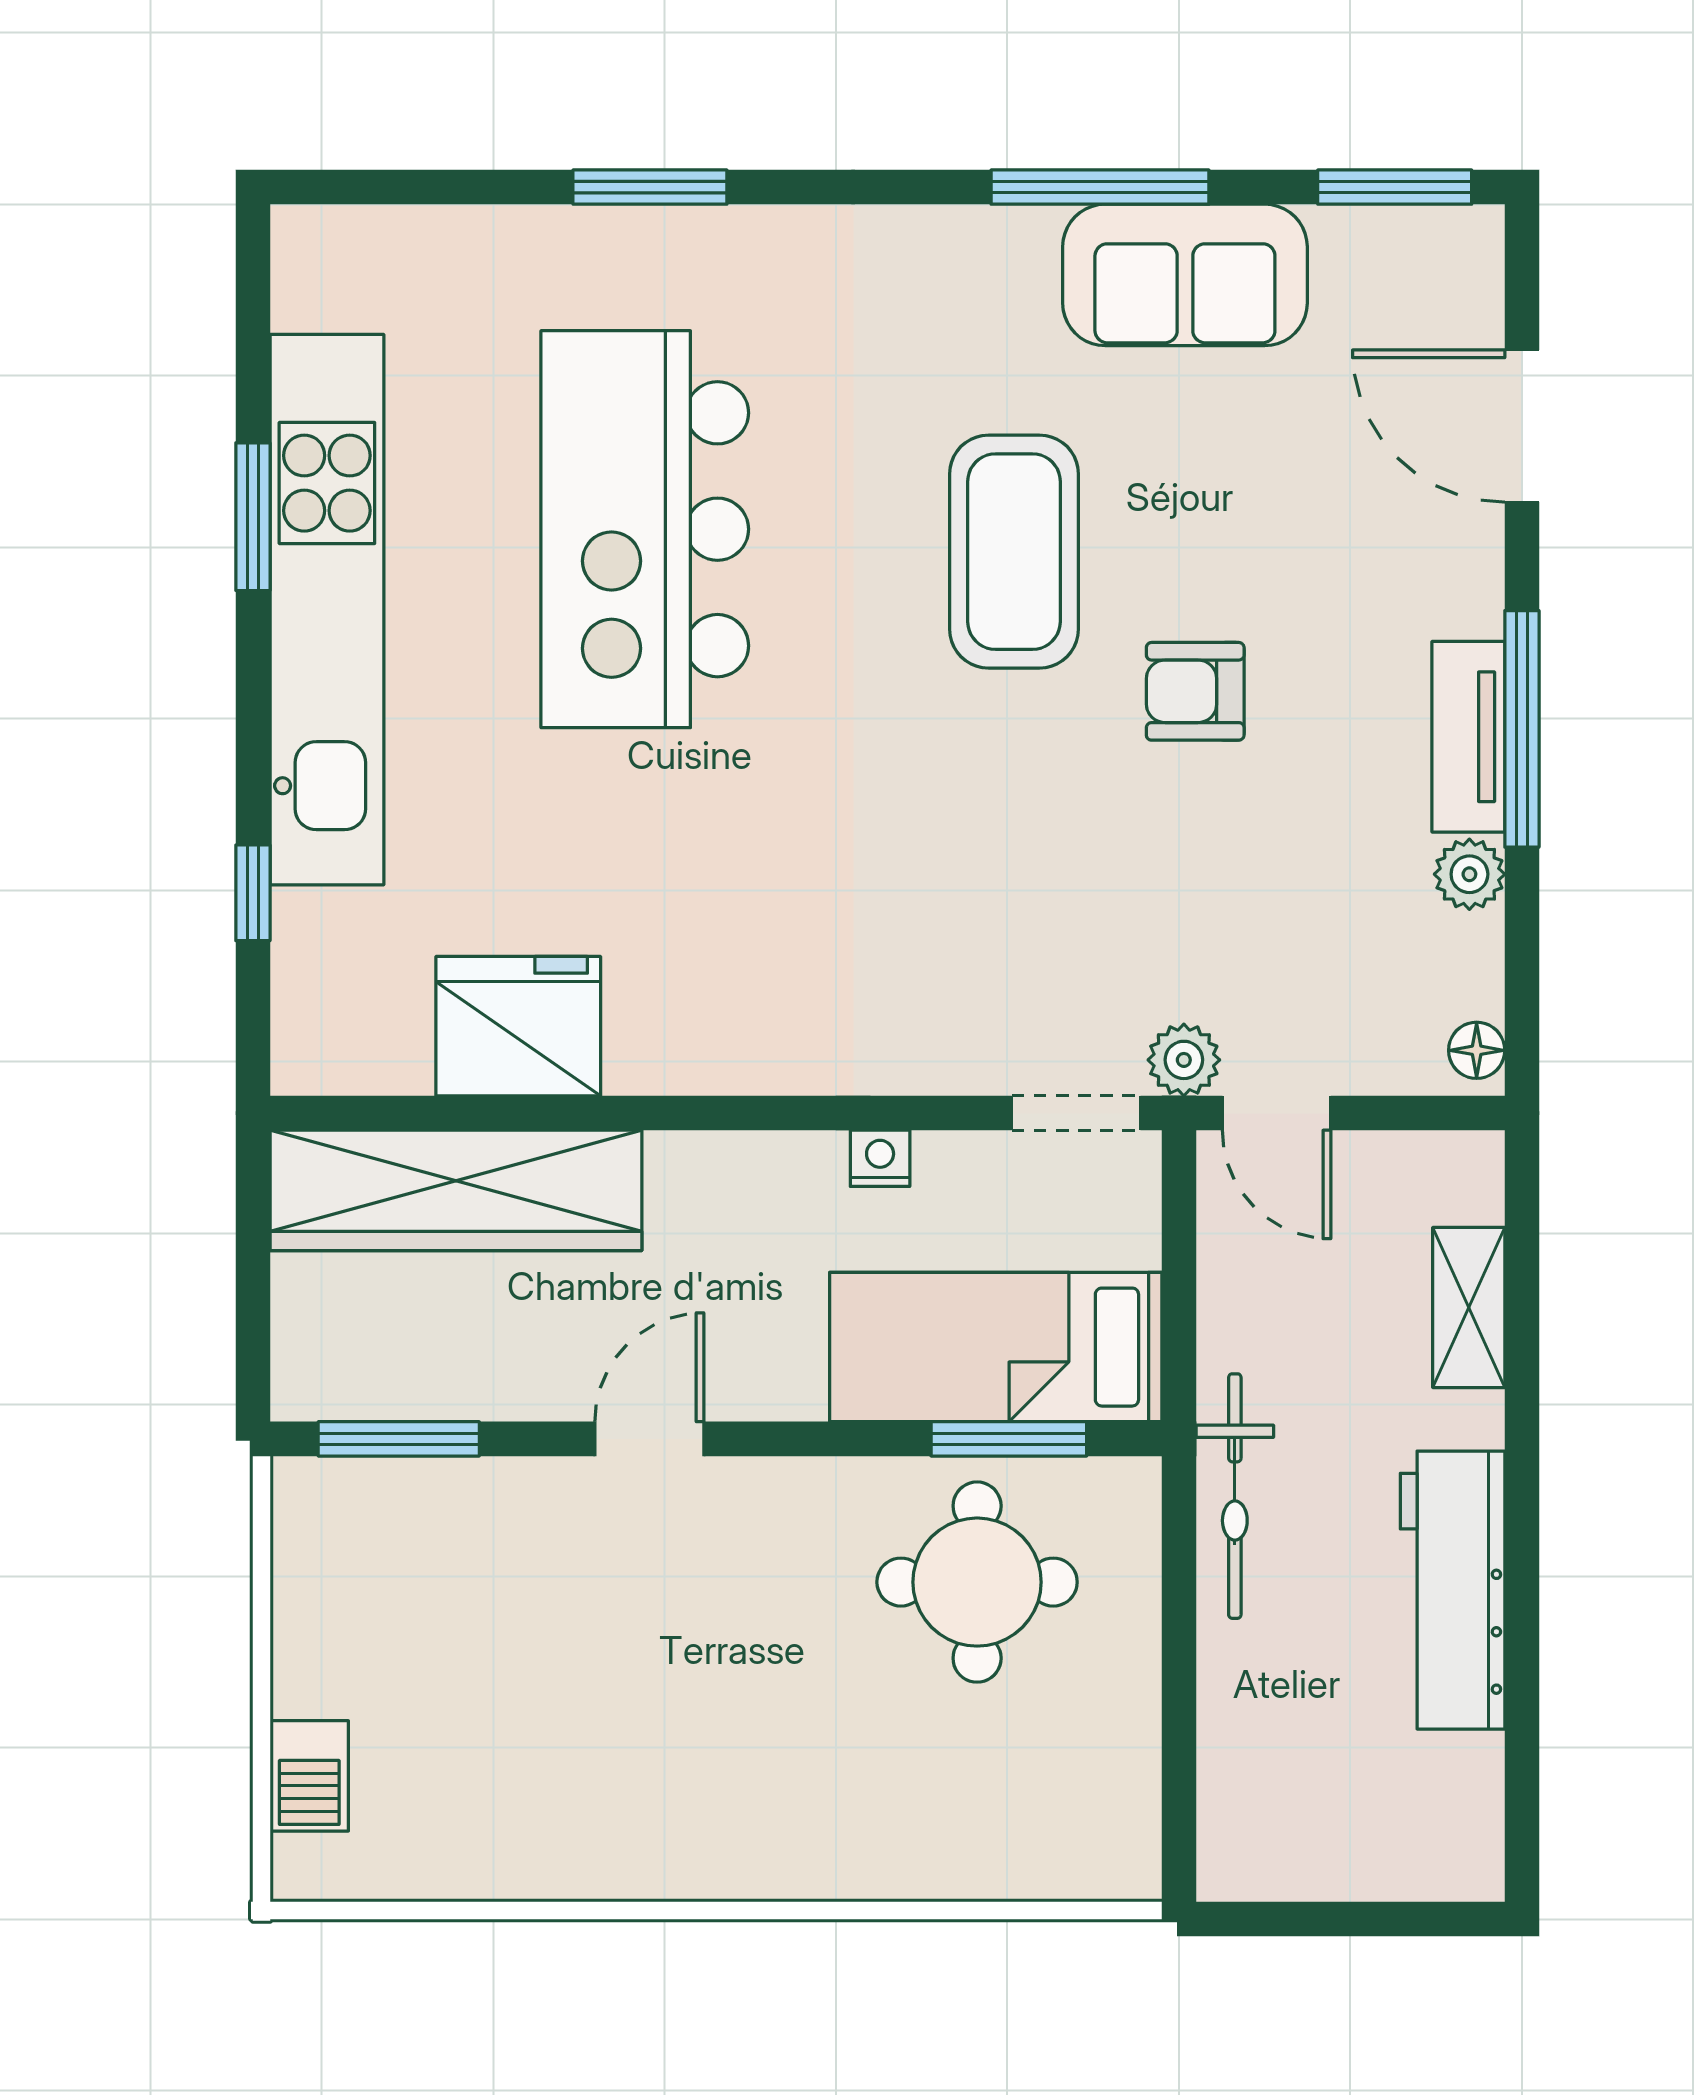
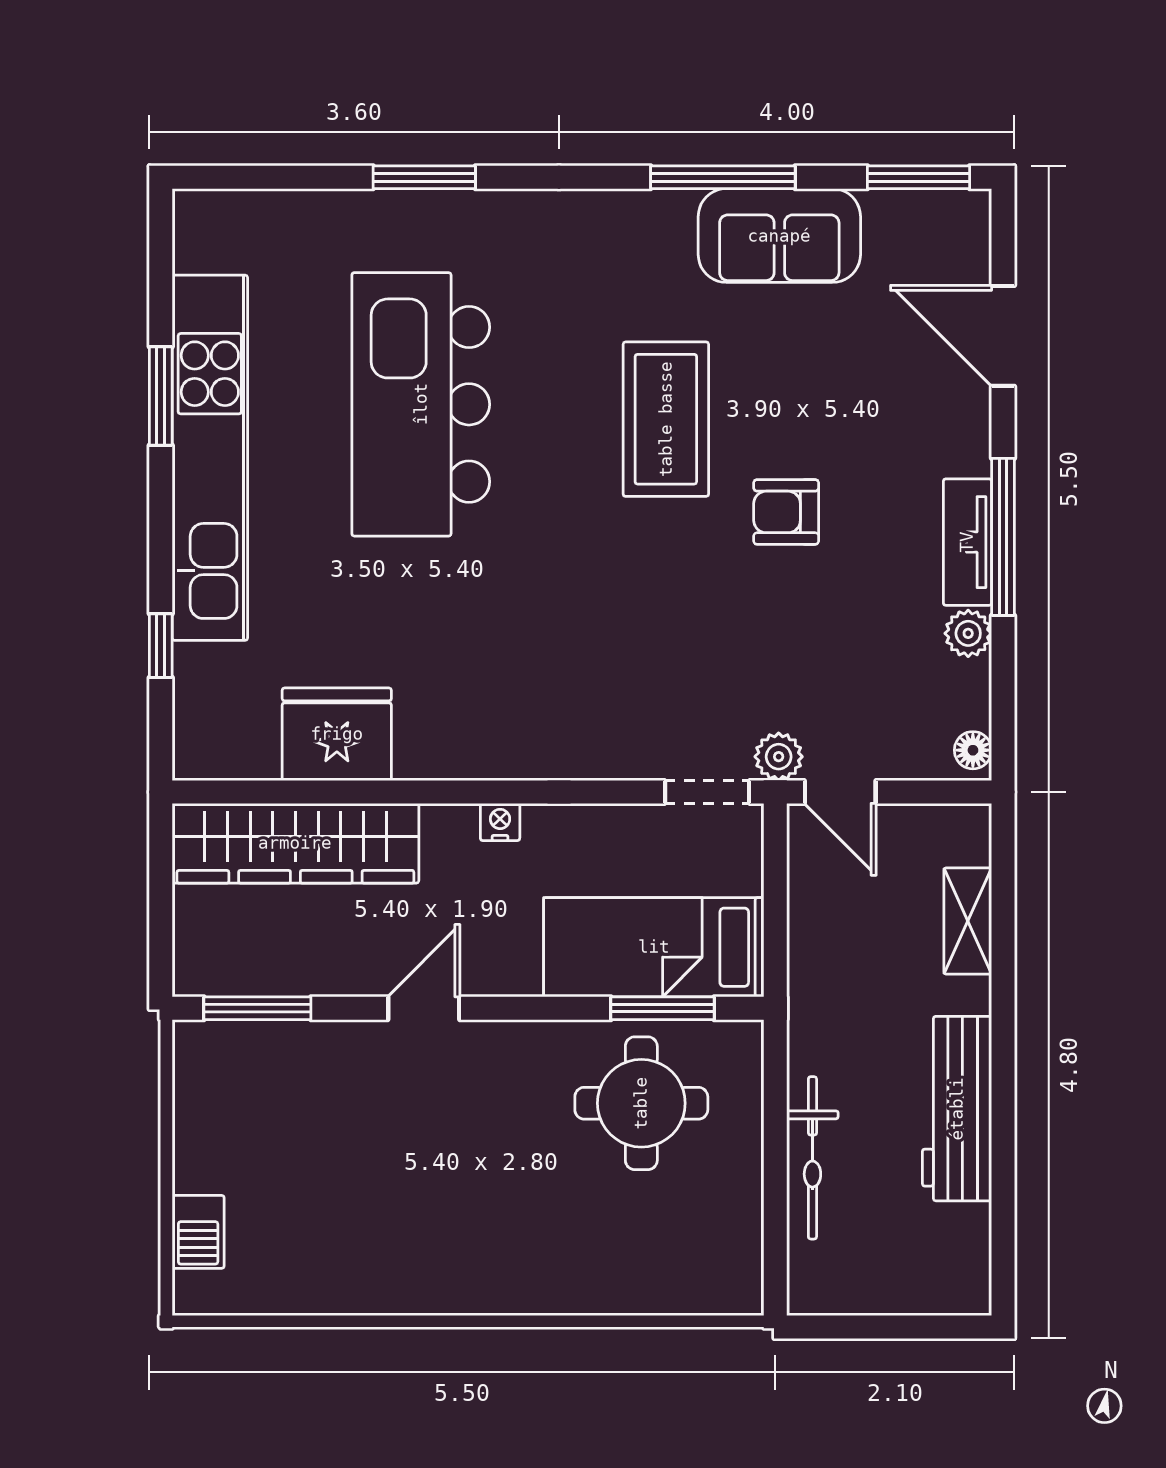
nightstand: (880, 1158) -> (500, 822), moved
bicycle: (1235, 1496) -> (812, 1158), moved

